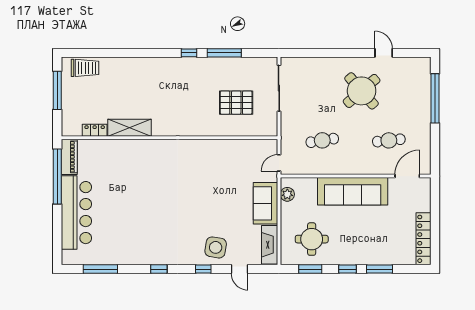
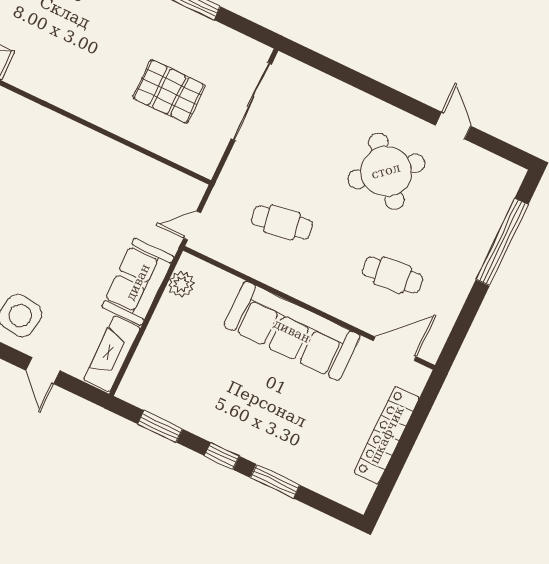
round table: (312, 239) -> (186, 378), removed
locker: (423, 239) -> (387, 435), moved

